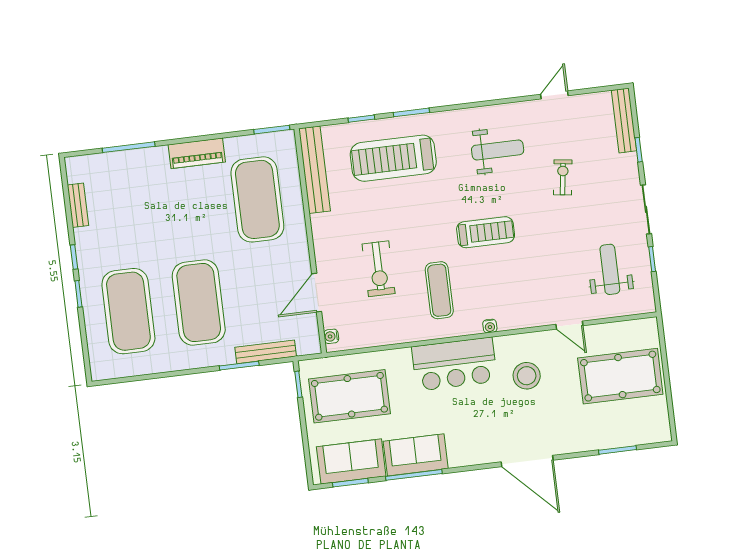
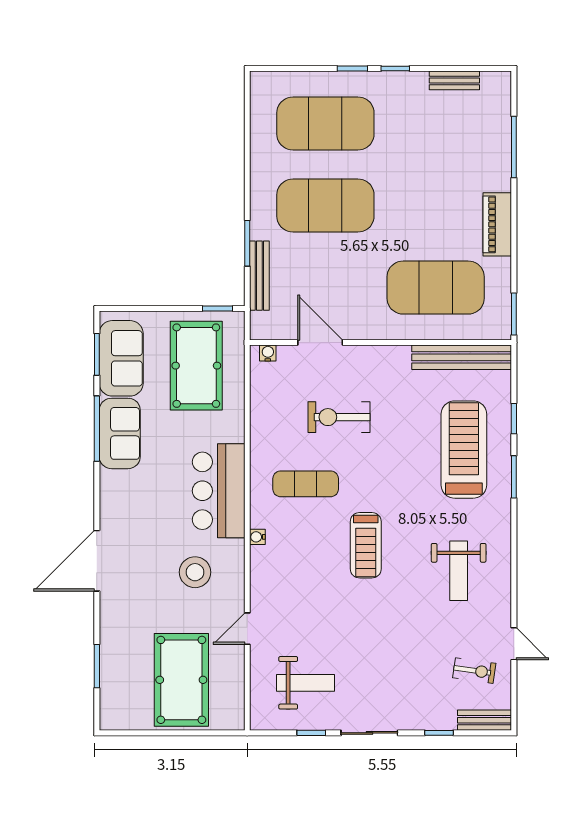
bench: (624, 120) -> (485, 720), width x0.73
exercise bike: (563, 177) -> (474, 671), moved

